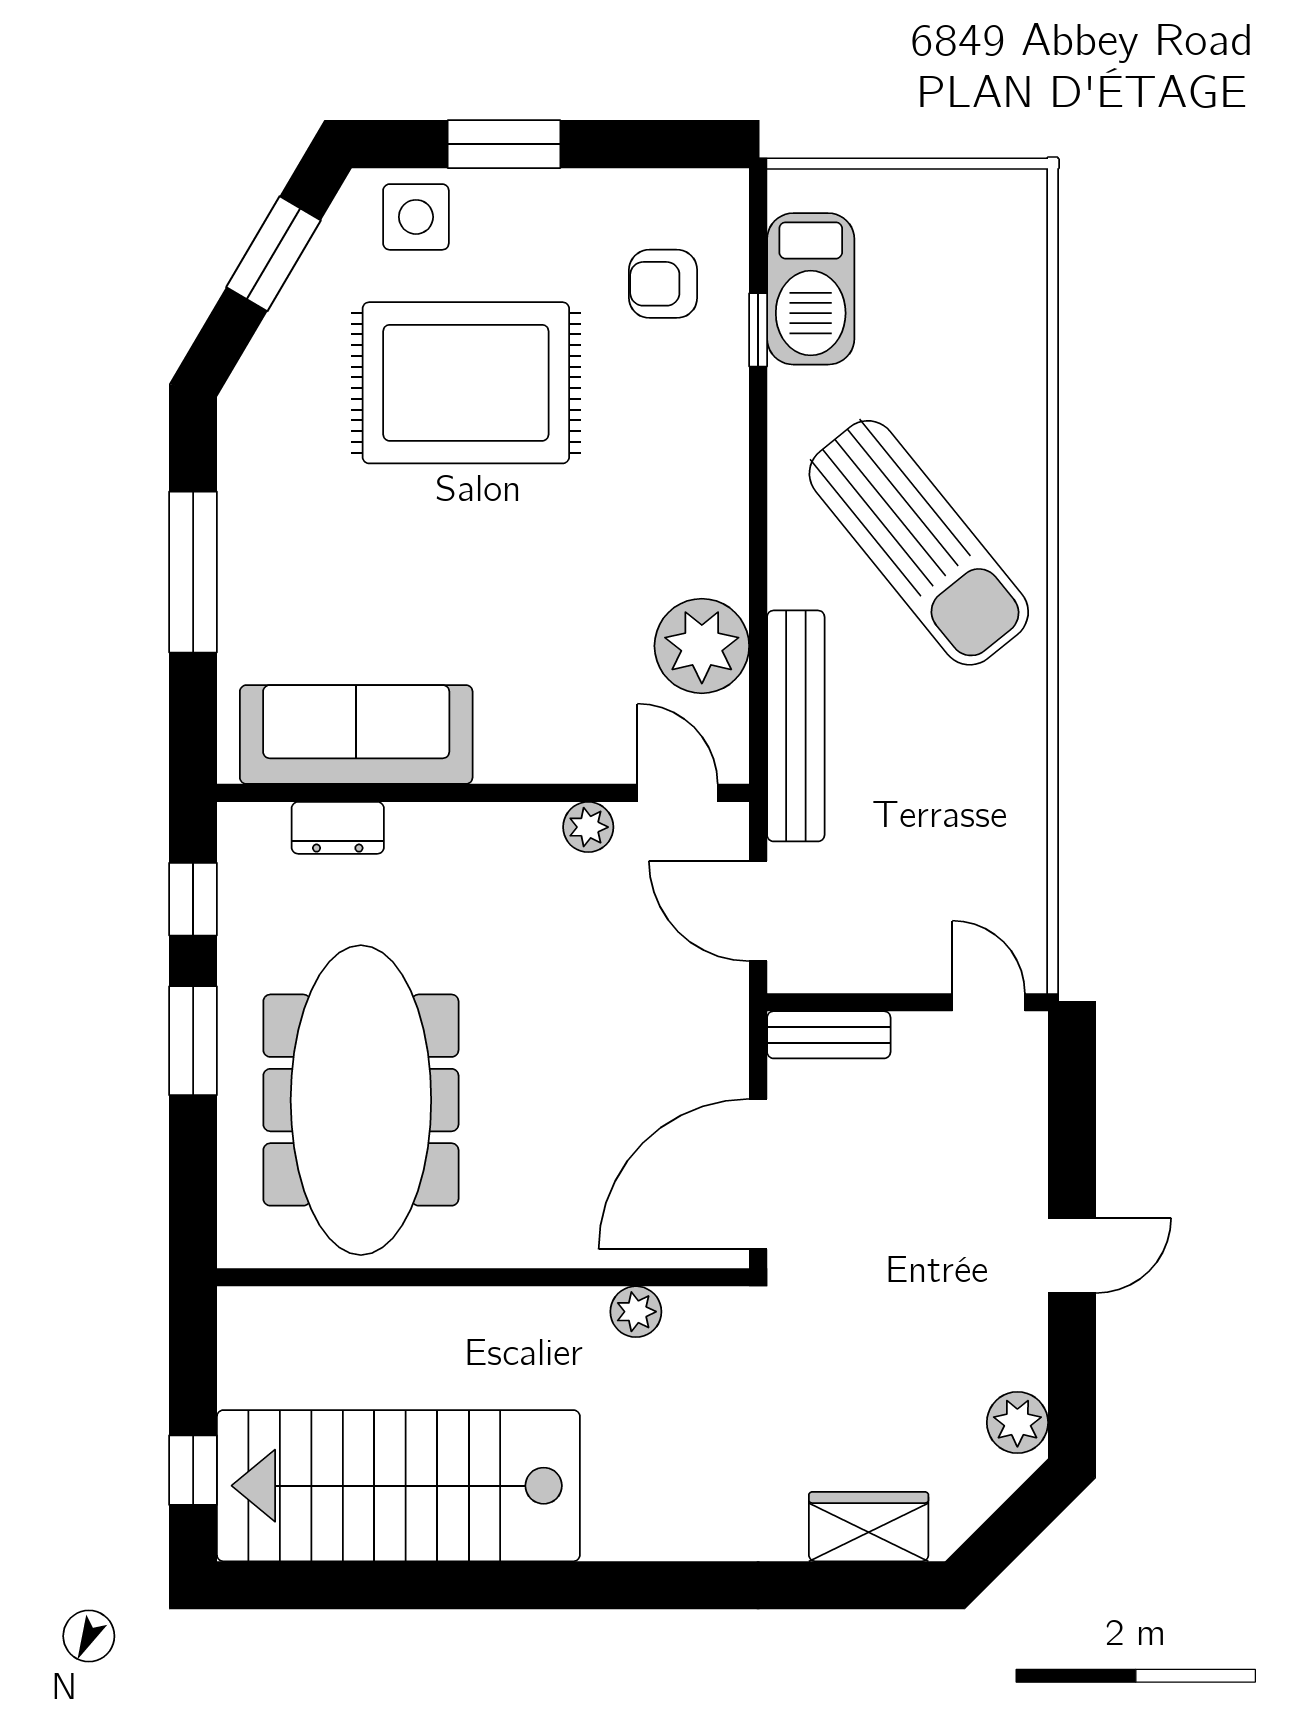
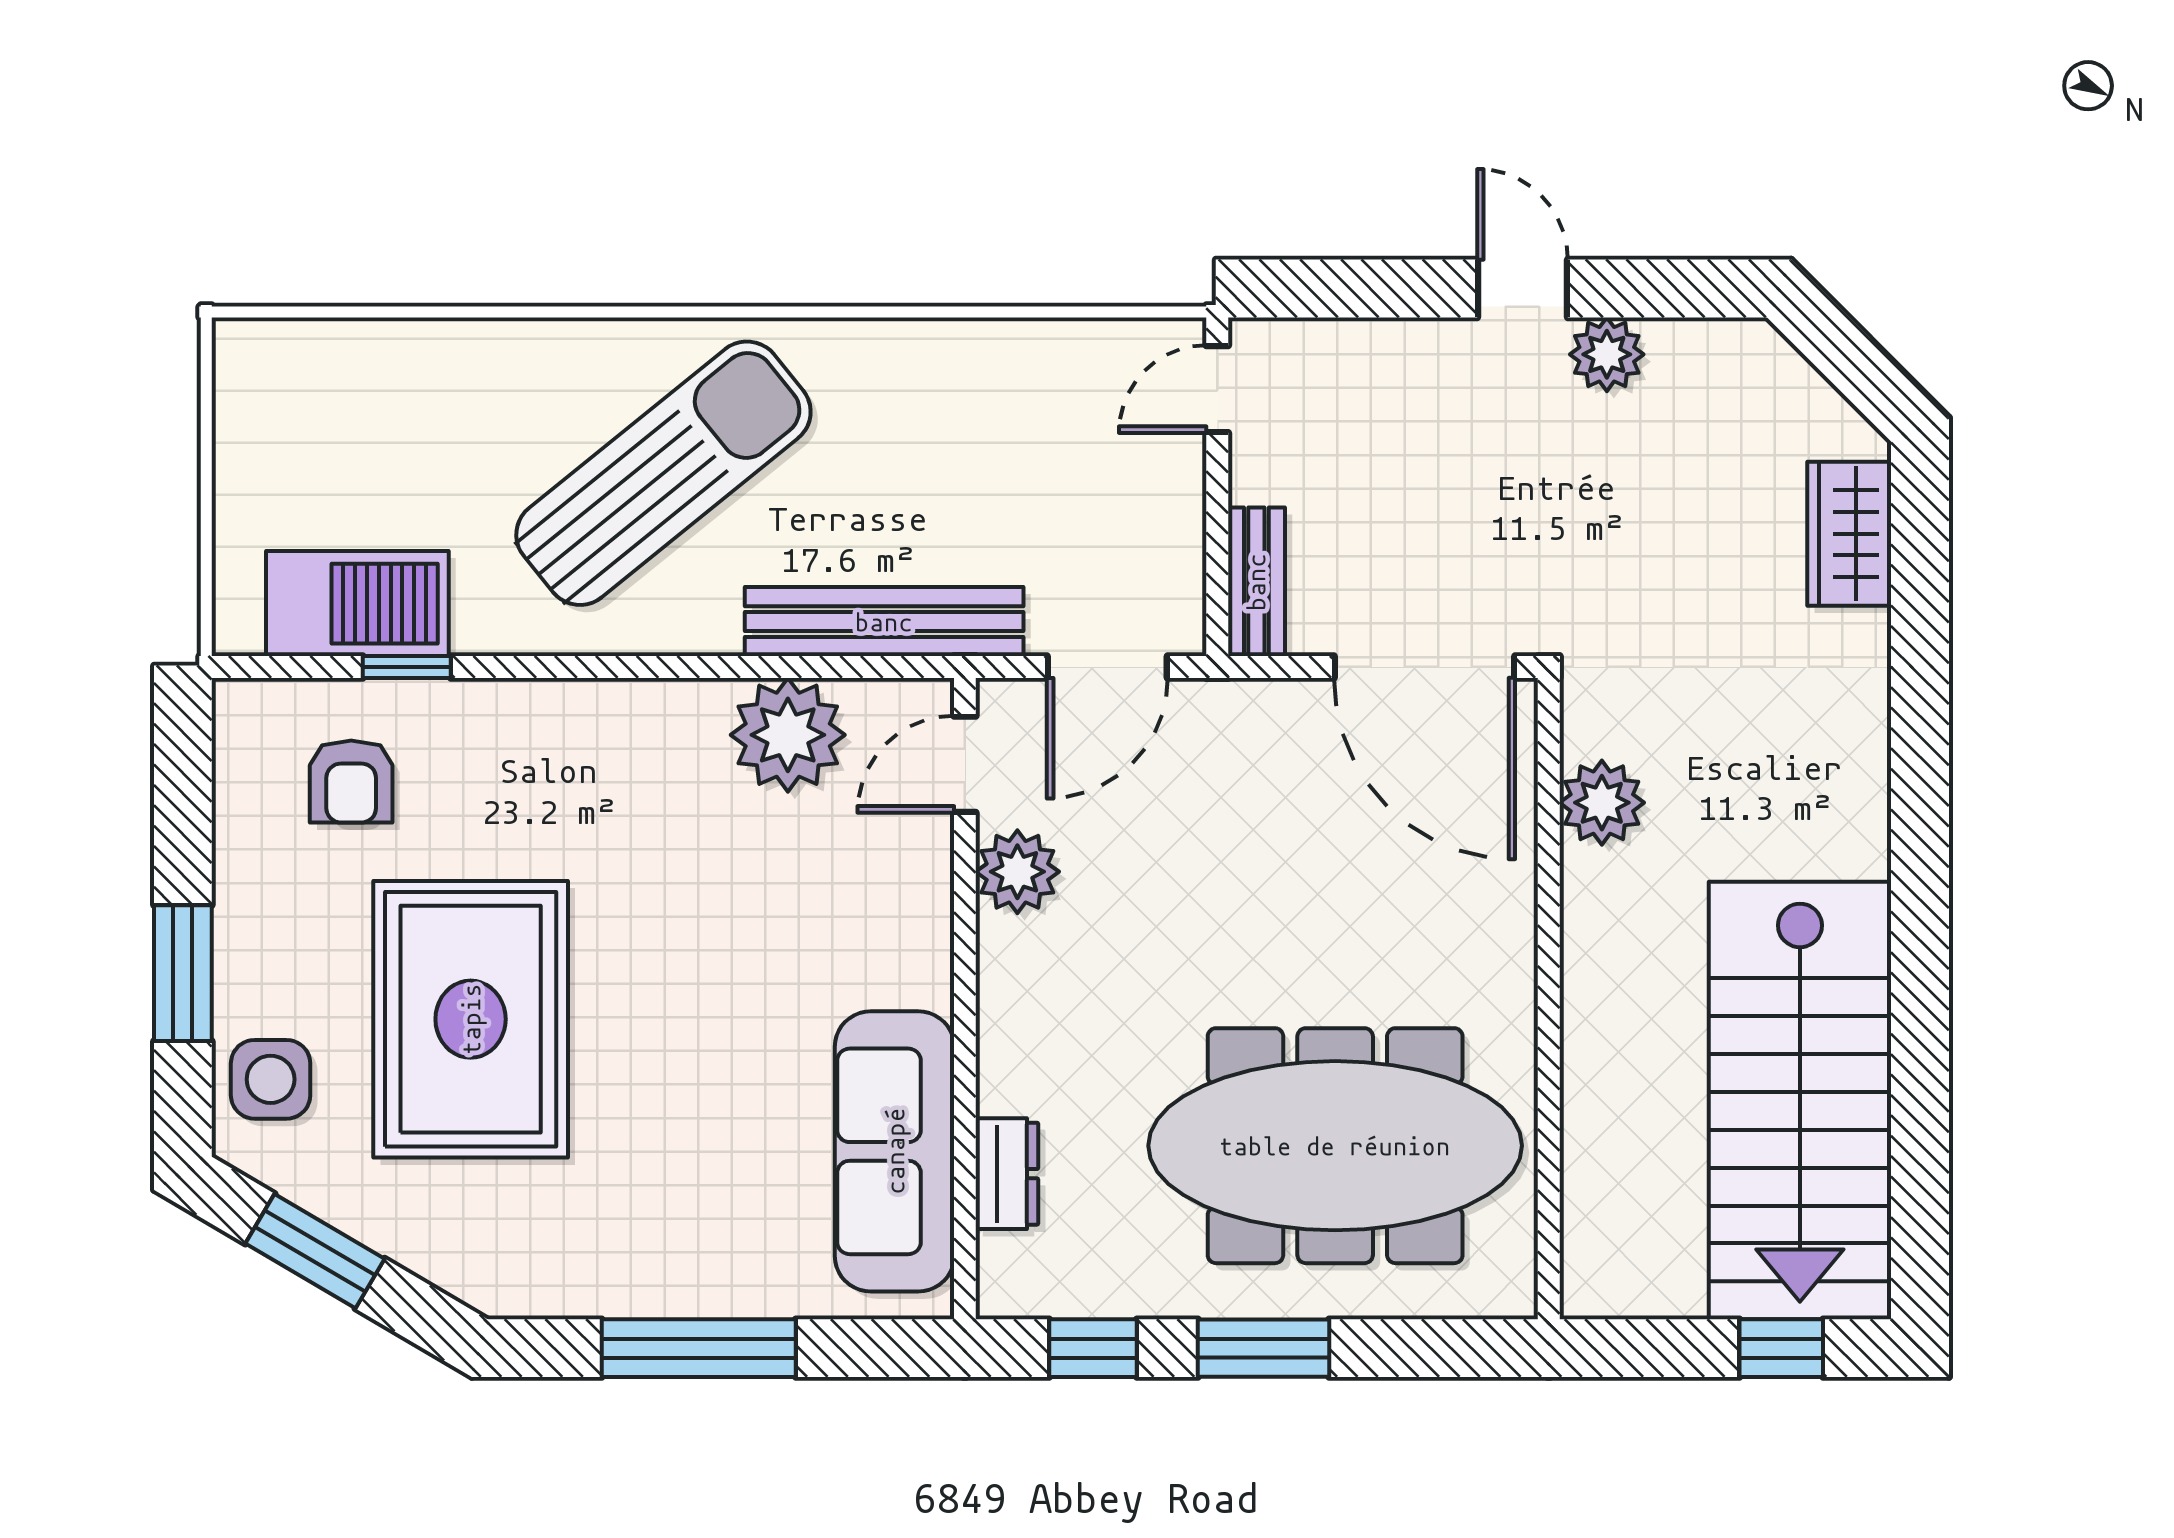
plant: (588, 827) -> (1017, 872), width x1.38, depth x1.38
plant: (636, 1312) -> (1602, 803), width x1.38, depth x1.38
plant: (1017, 1423) -> (1607, 354), moved

